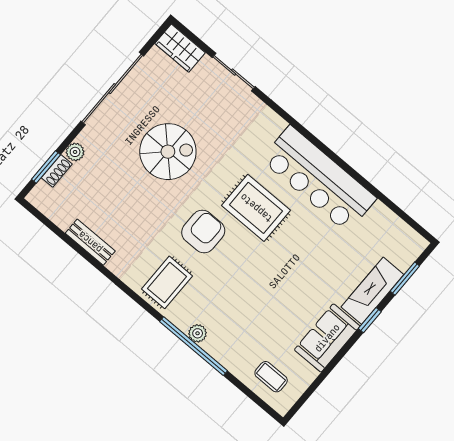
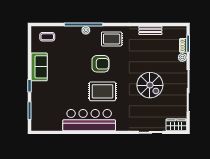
spiral stairs: (168, 152) -> (150, 85), turned -90
armchair: (203, 231) -> (100, 64), moved, turned -90
rug: (167, 282) -> (112, 39), turned 90
fireplace: (372, 291) -> (37, 97), removed

